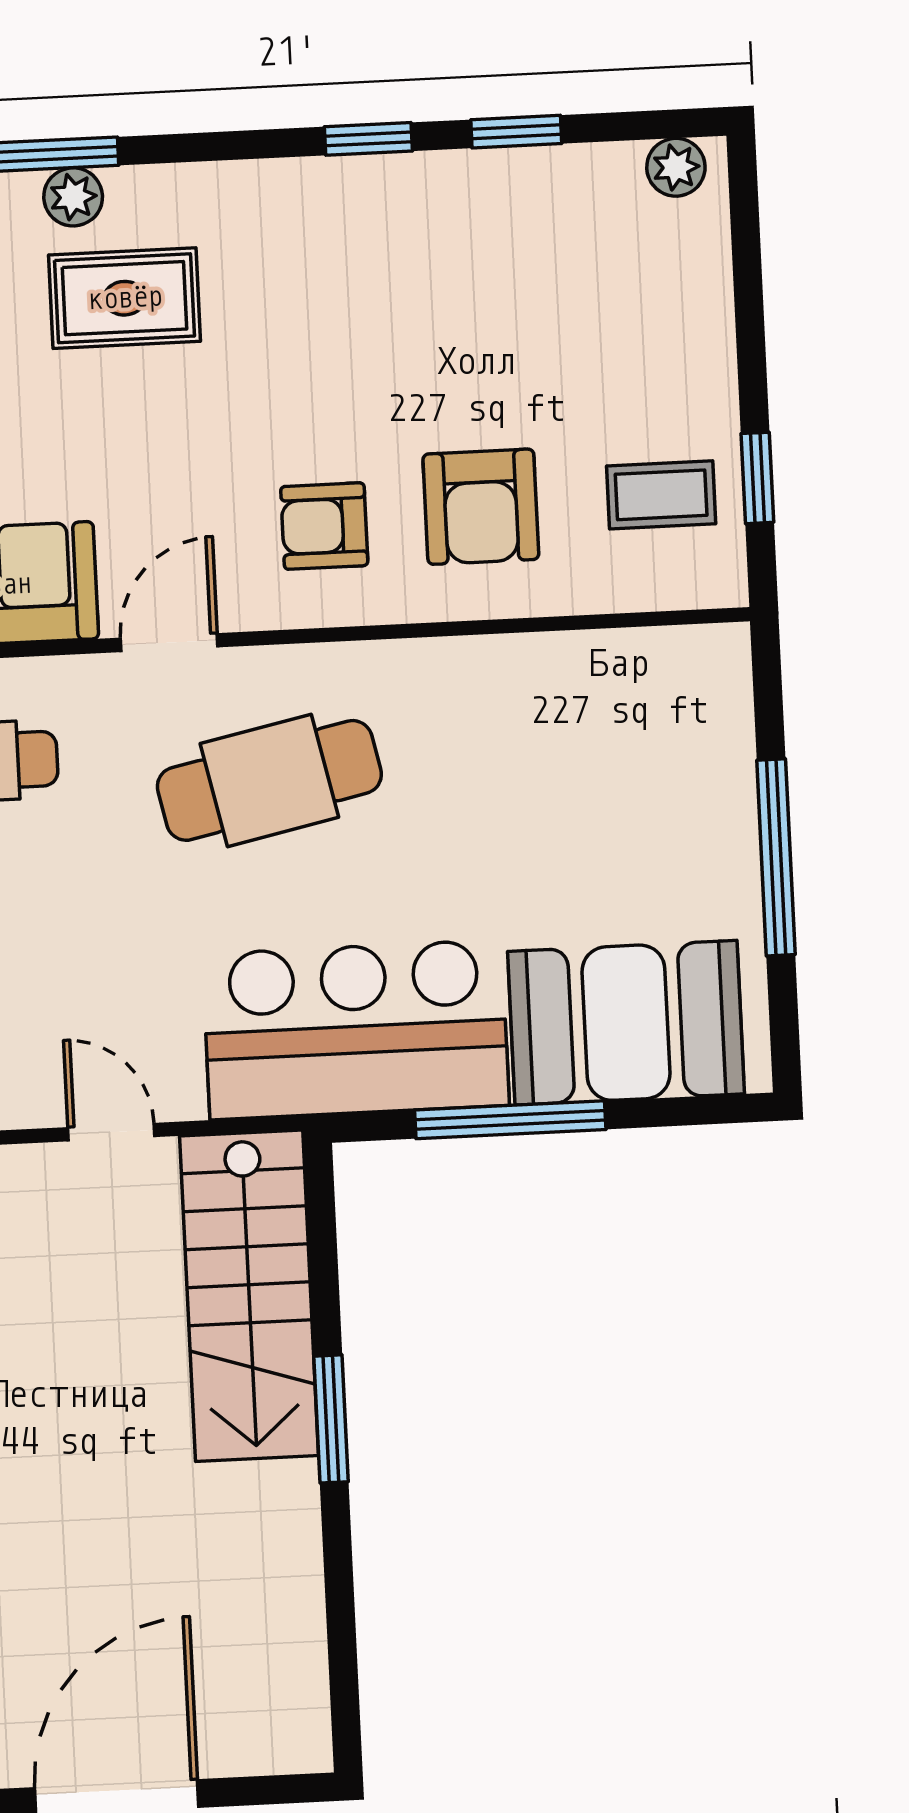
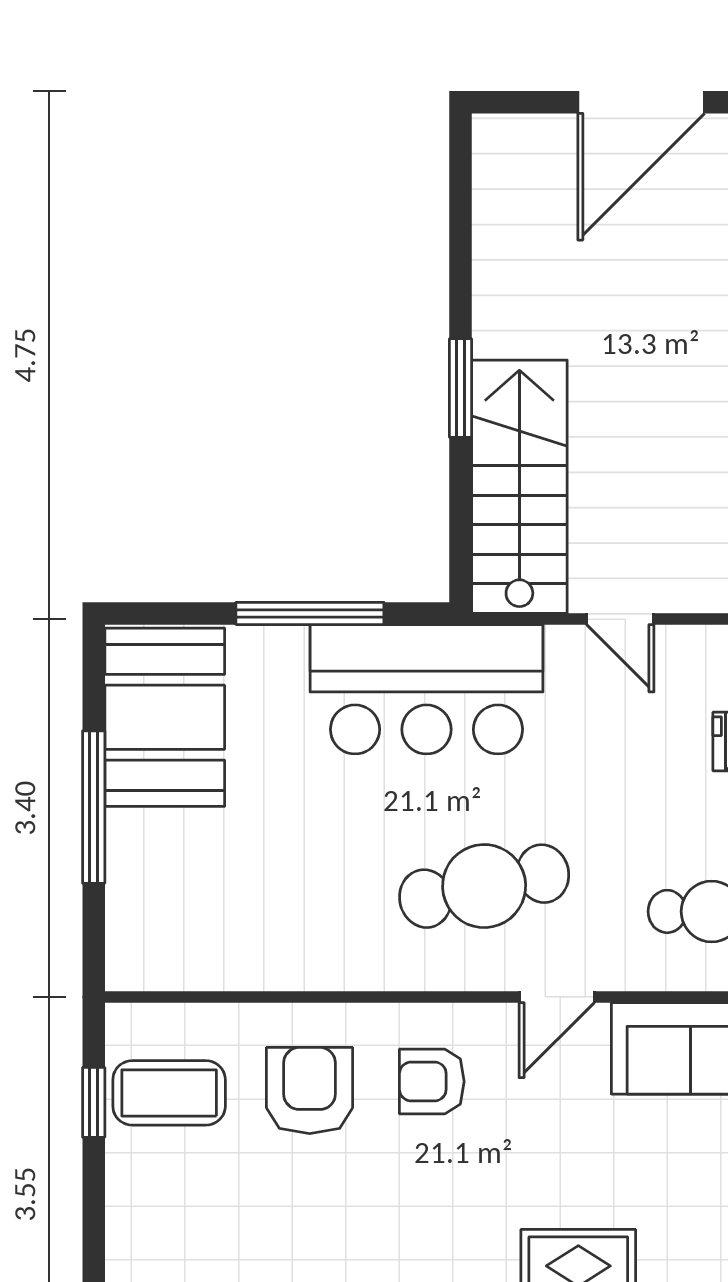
coffee table: (661, 495) -> (169, 1093), width x1.36, depth x1.30
armchair: (324, 526) -> (432, 1081), turned 180
booth: (626, 1023) -> (165, 717), moved, turned 90

